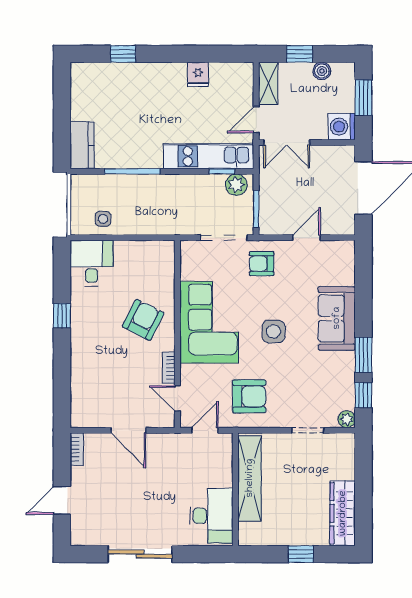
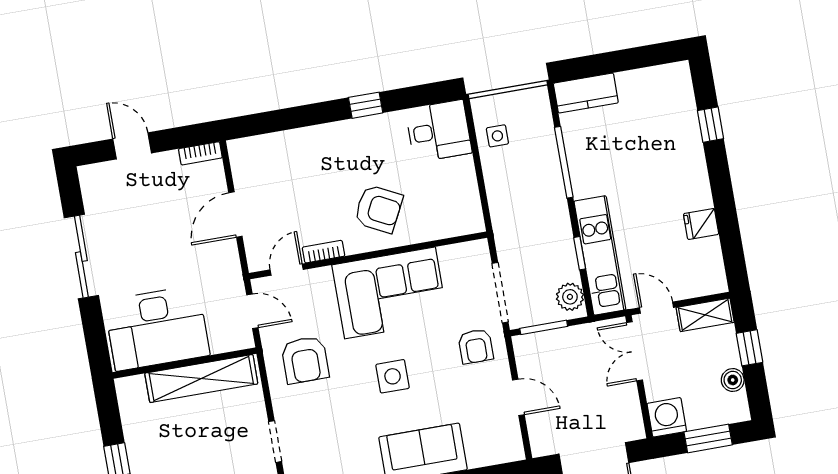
window: (222, 171) -> (580, 253), moved
armchair: (262, 264) -> (476, 346), turned 180
desk: (211, 516) -> (157, 328), width x1.36, depth x1.30

